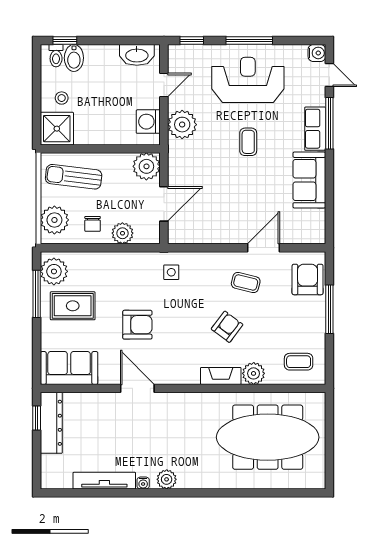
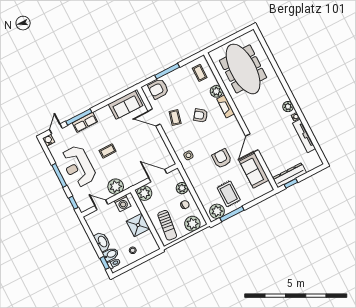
washbasin: (137, 55) -> (102, 242), moved
shower: (57, 129) -> (138, 225), moved
sofa: (309, 180) -> (126, 105), moved
sofa: (69, 368) -> (254, 171), moved

